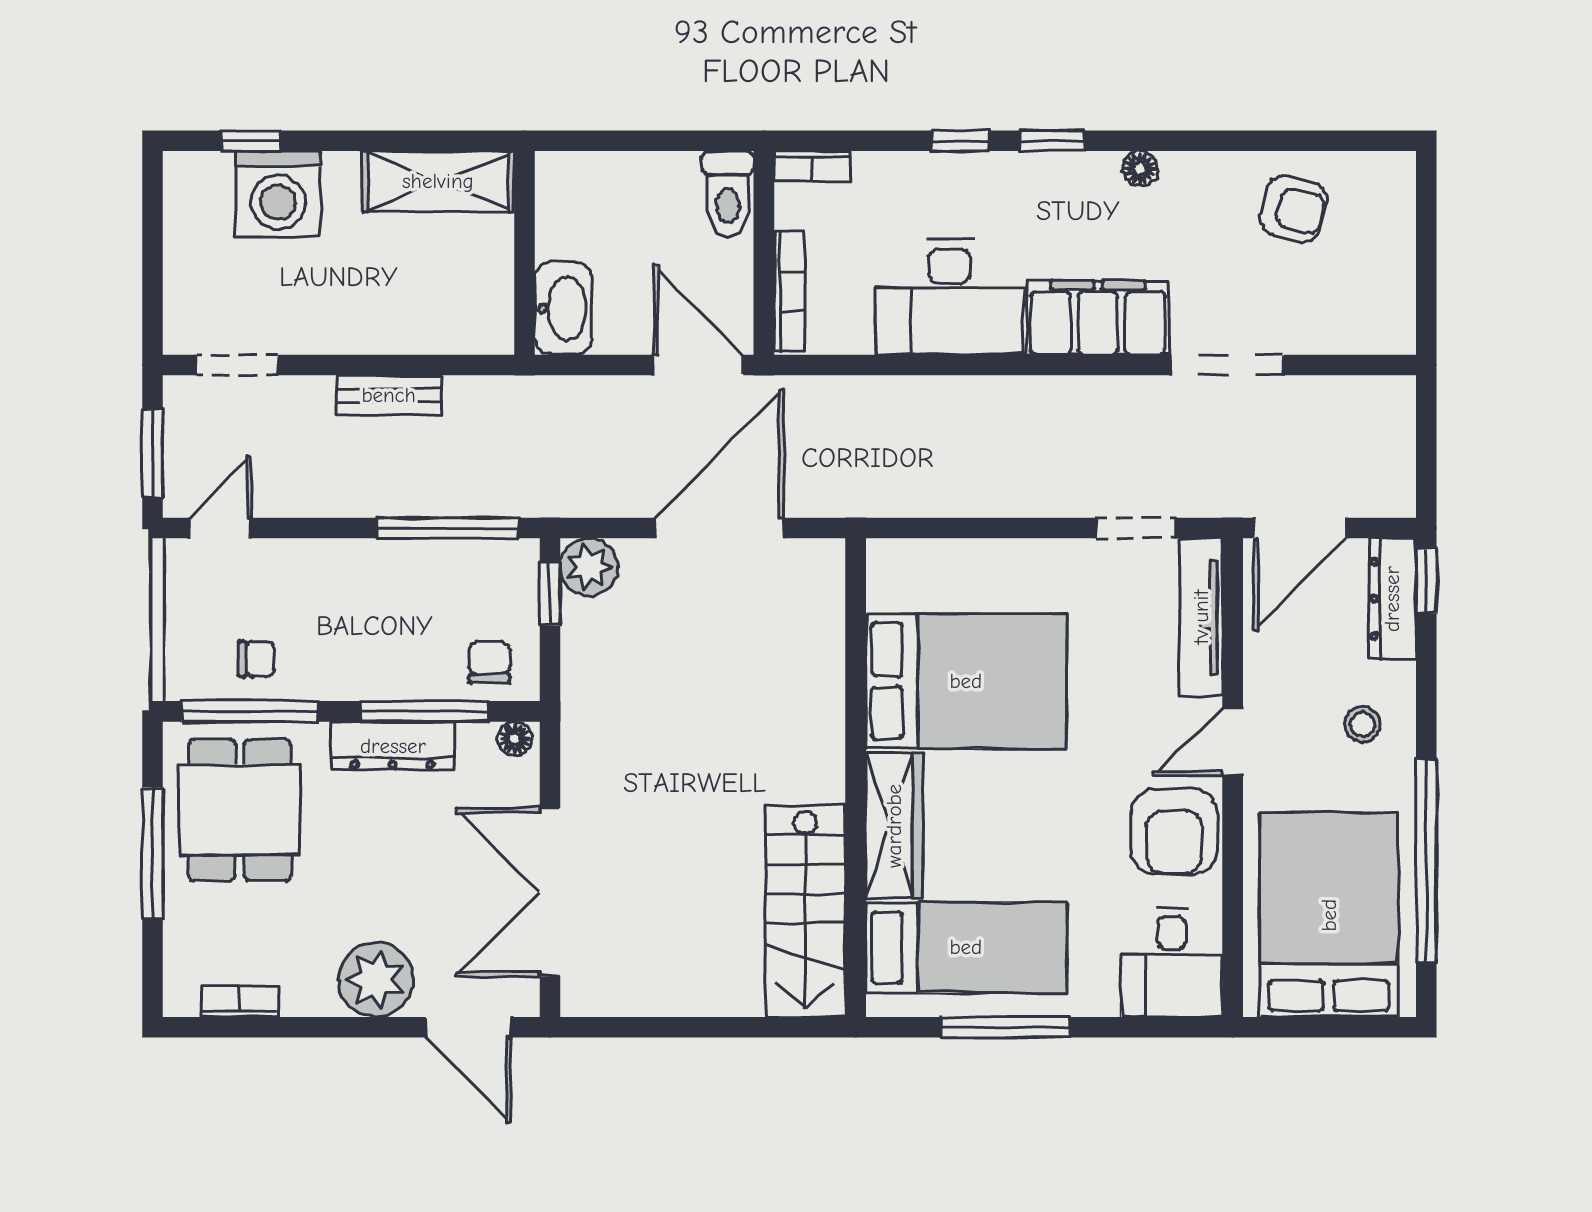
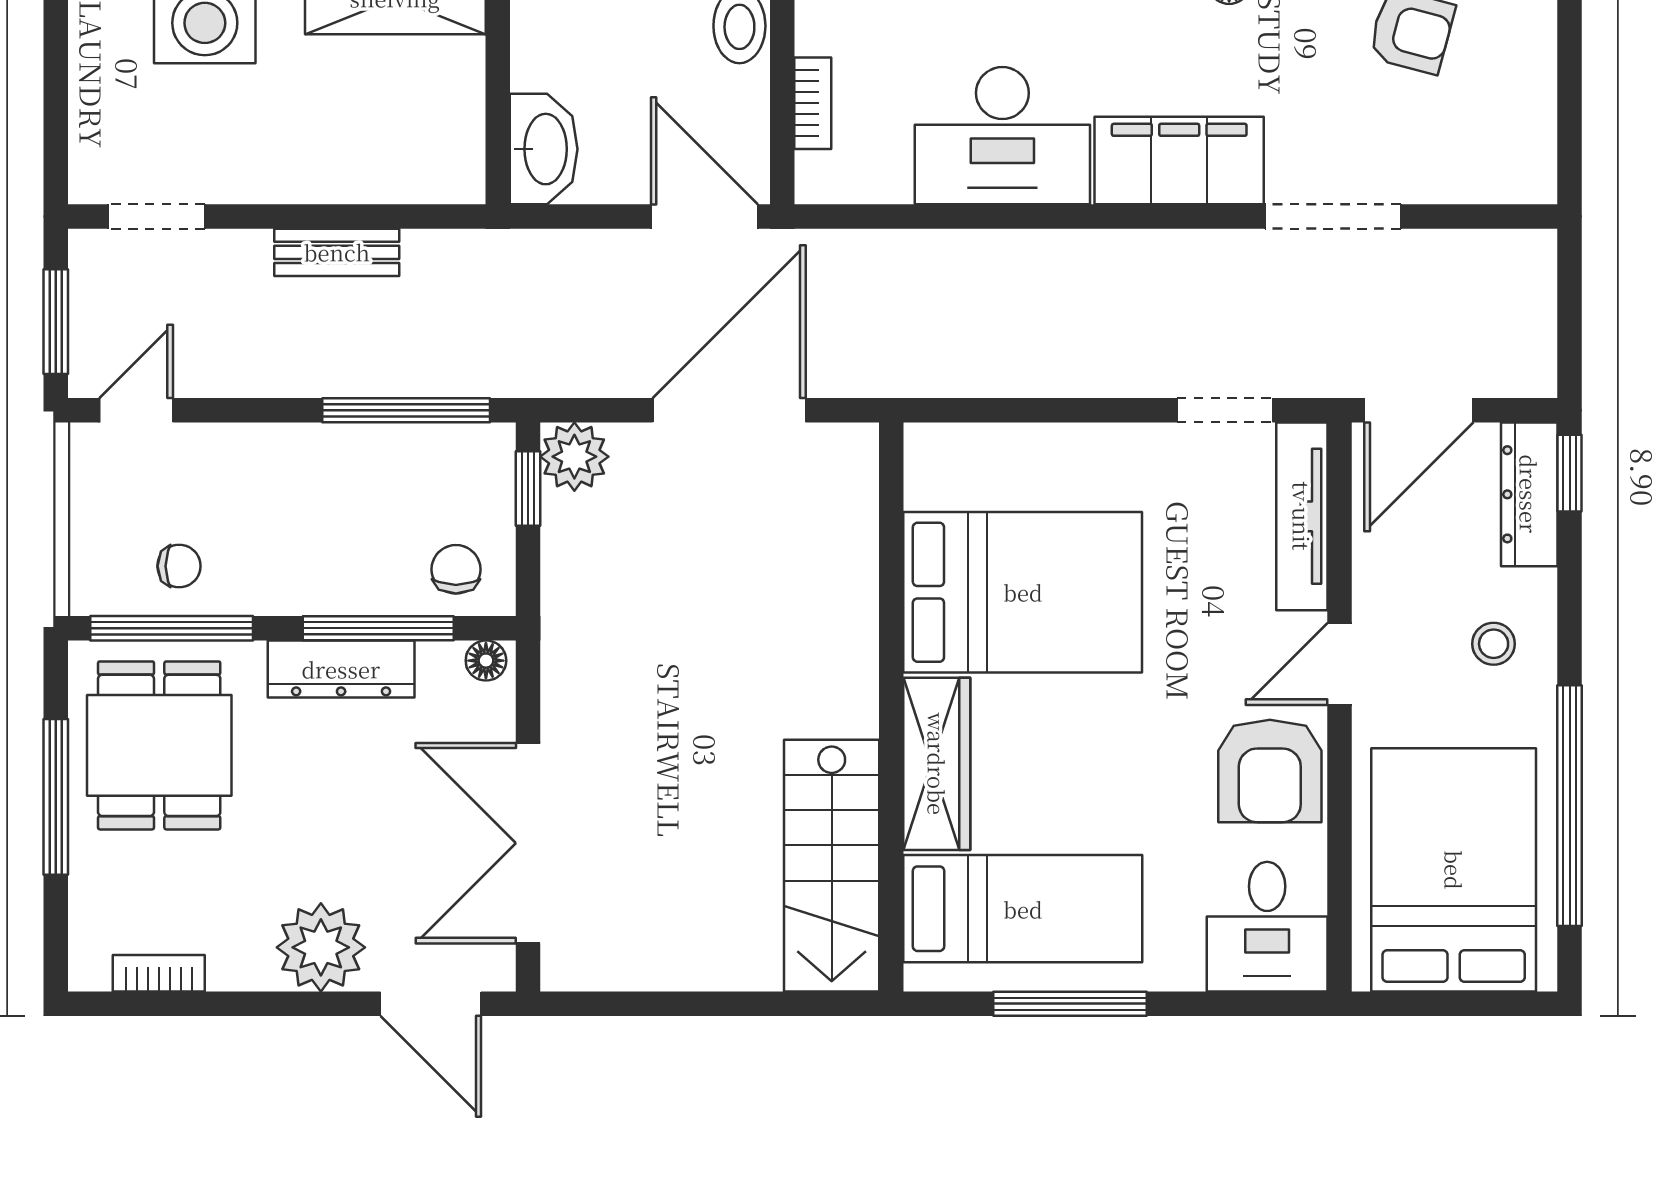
bookcase: (790, 291) -> (813, 103), width x0.64

